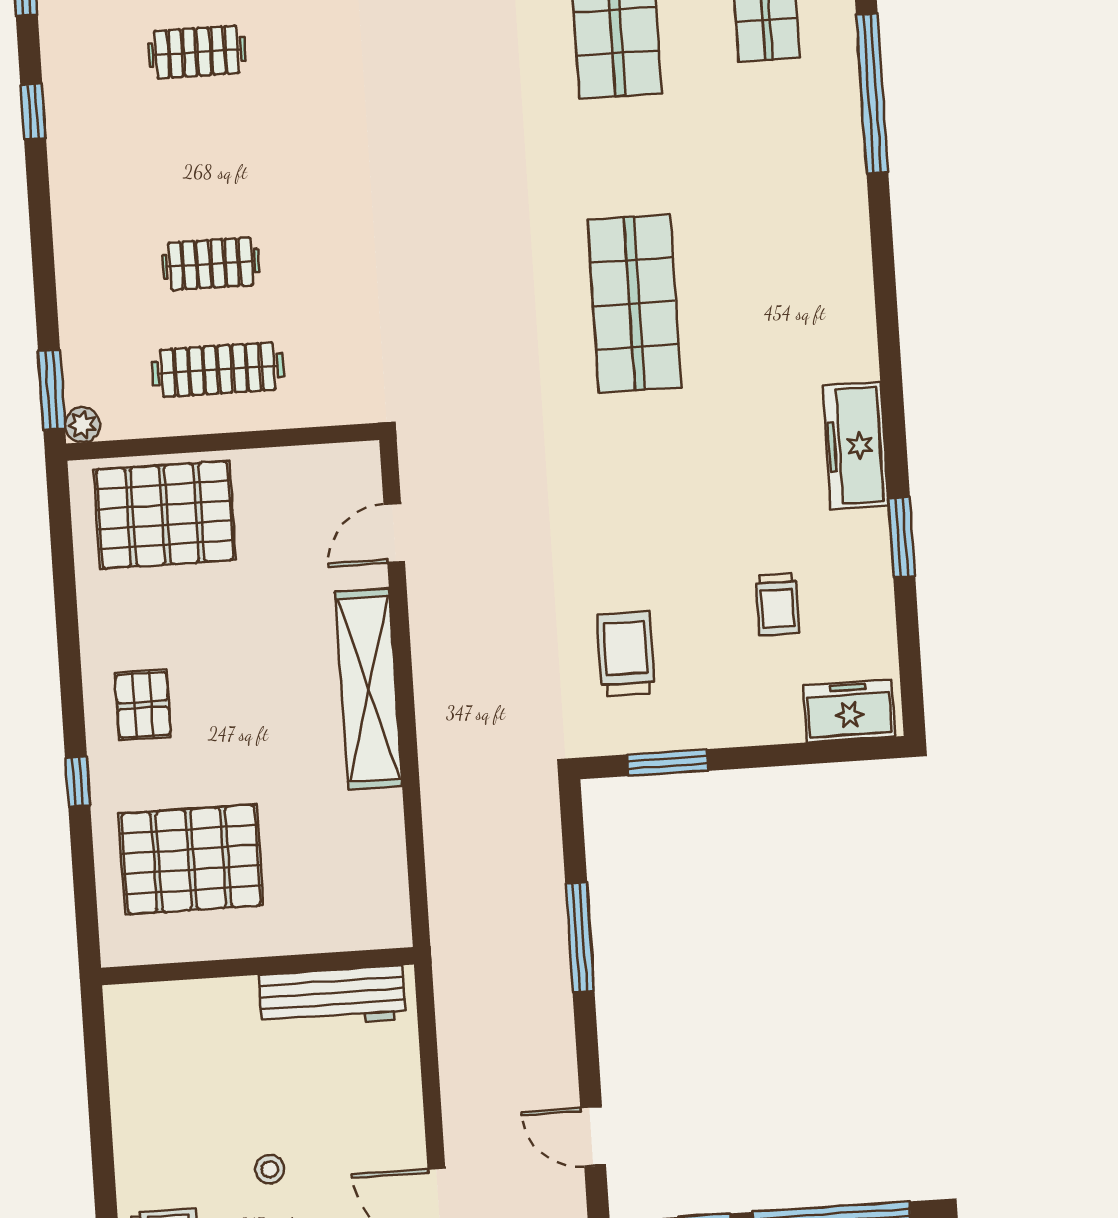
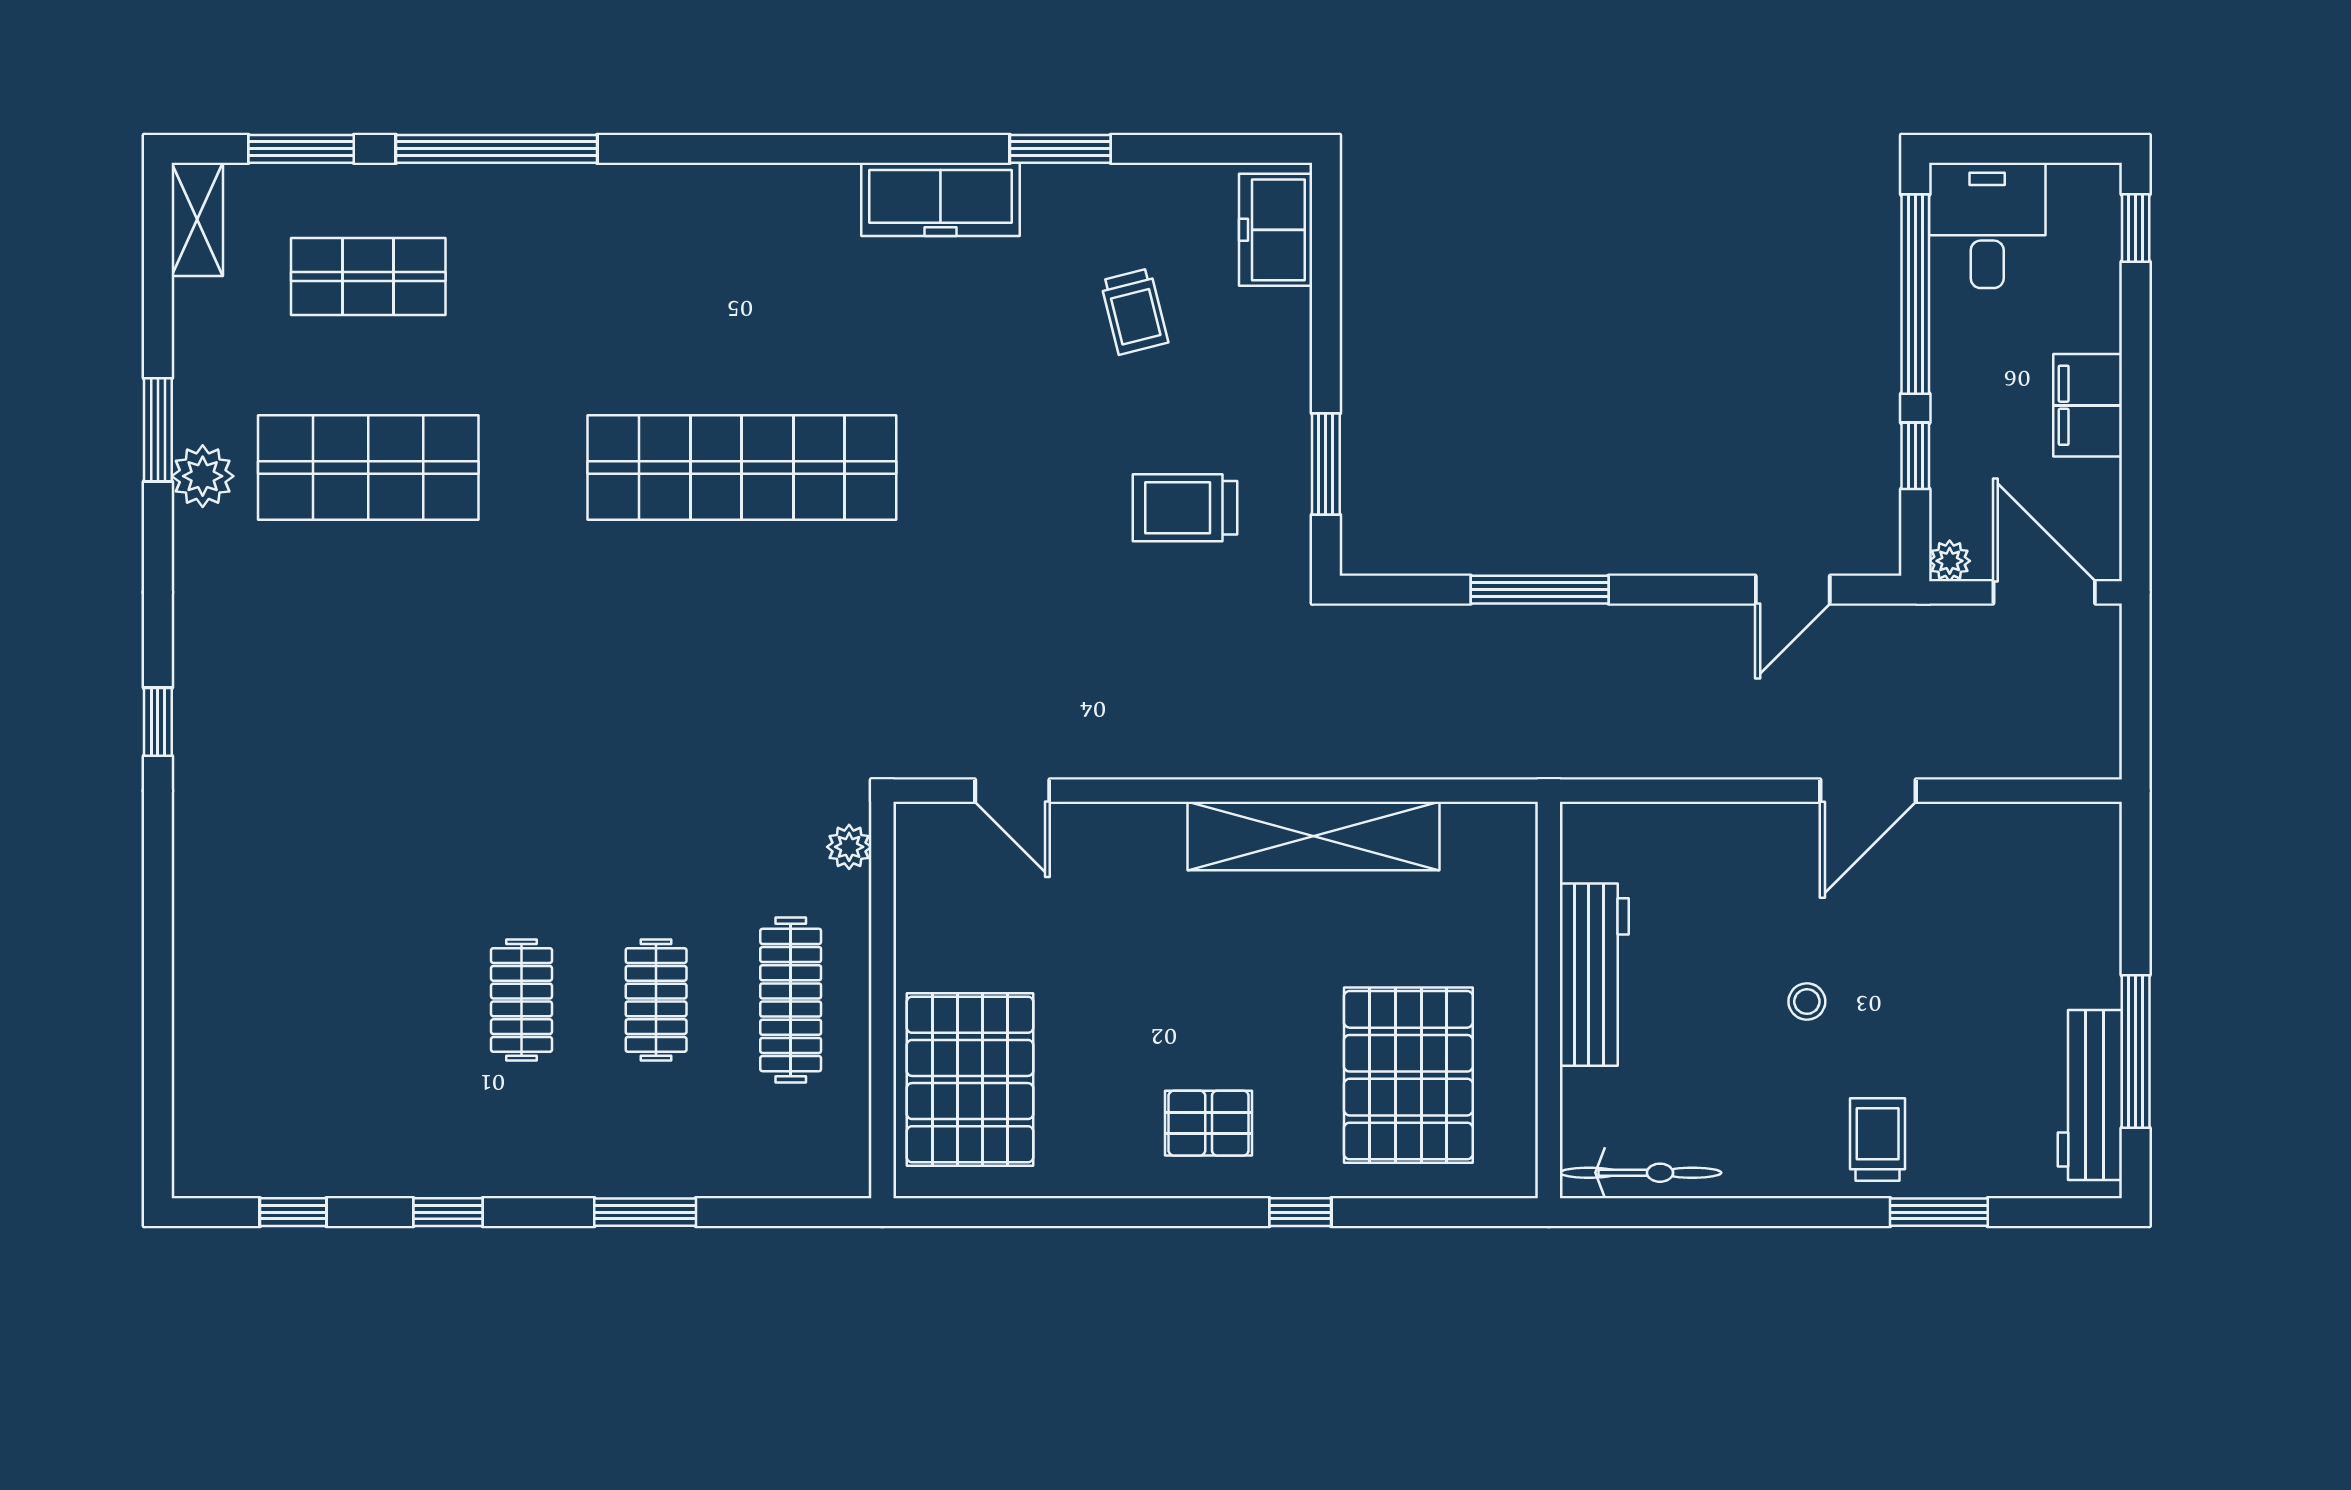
clothes rail: (197, 52) -> (522, 1000), moved
shop shelf: (634, 303) -> (742, 467), width x1.40
window: (52, 390) -> (645, 1212), moved
plant: (82, 425) -> (849, 847), moved
trolley: (777, 604) -> (1134, 312), turned 76
shelving: (369, 689) -> (1313, 836), moved
workbench: (332, 997) -> (1594, 975), moved
bicycle: (126, 1047) -> (1641, 1173), added

